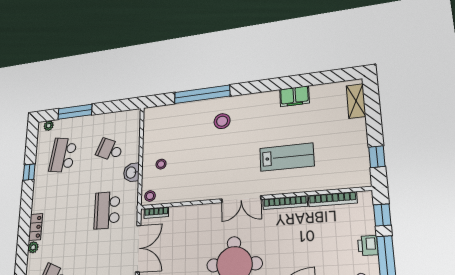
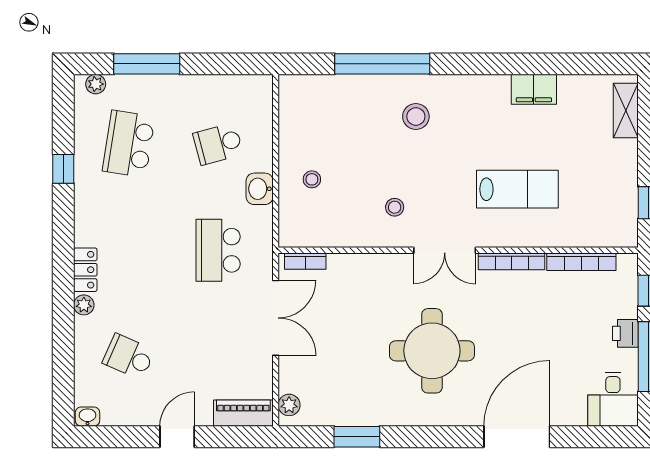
school desk: (110, 150) -> (218, 144), turned -39
stool: (150, 196) -> (395, 207), moved

